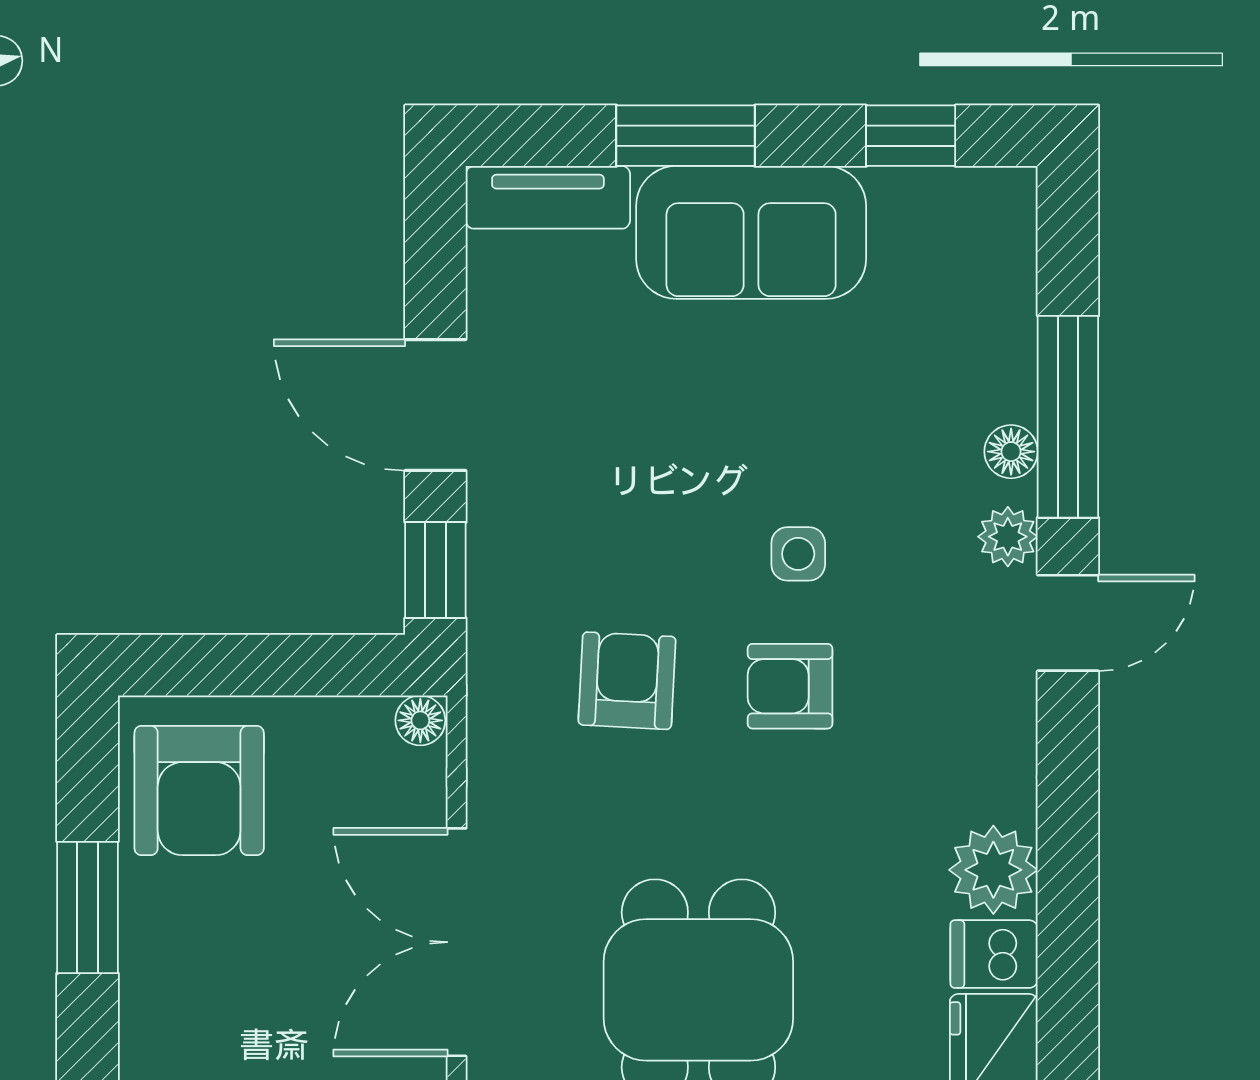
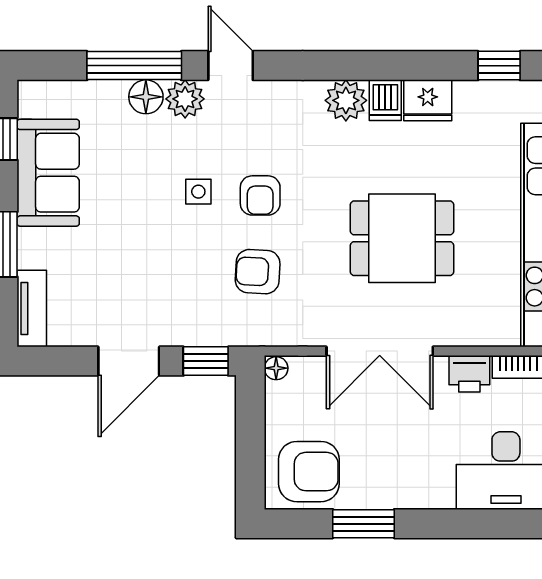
sofa: (751, 232) -> (48, 173), moved
floor lamp: (1011, 452) -> (146, 97), width x1.37, depth x1.37
plant: (1008, 537) -> (185, 99), width x1.38, depth x1.38

